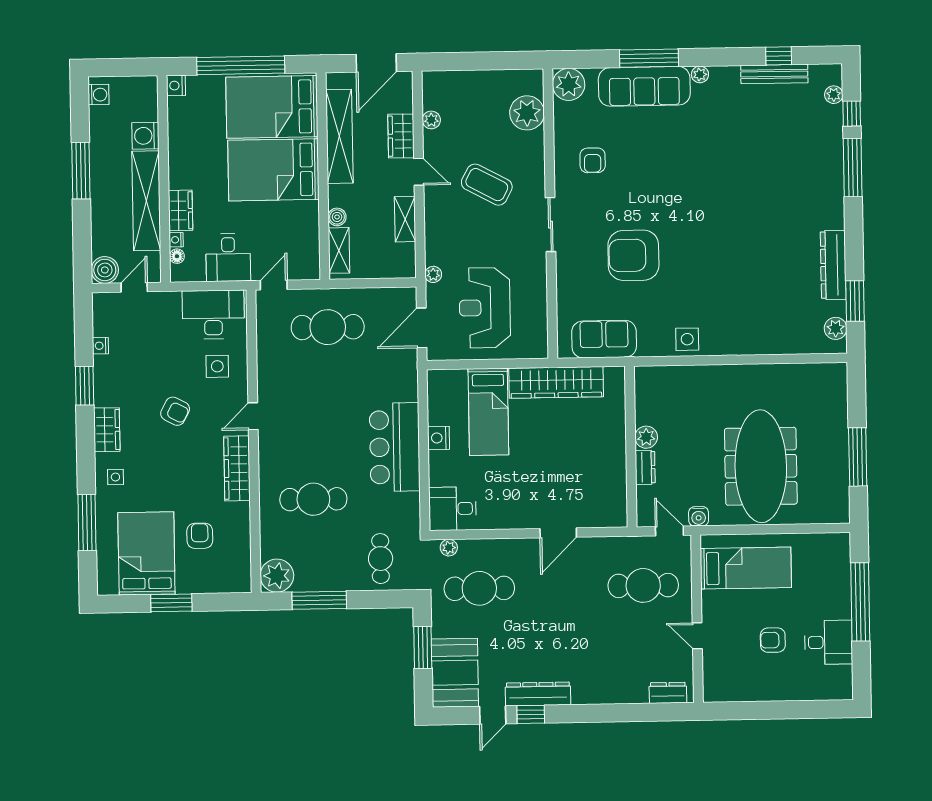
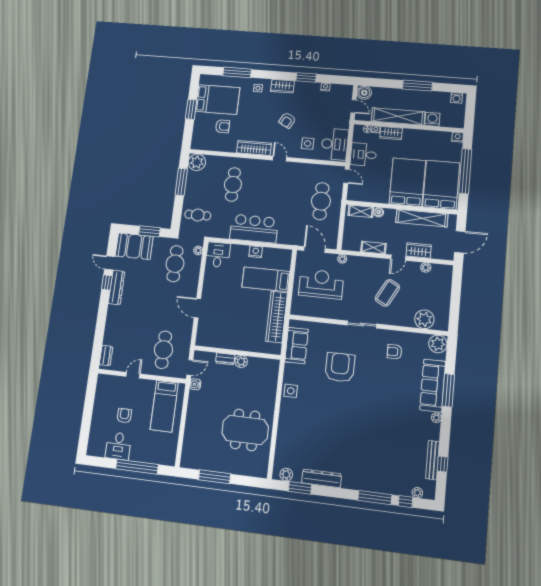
door: (376, 63) -> (460, 242), swing flipped
meeting table: (761, 466) -> (245, 430), moved, width x0.73

